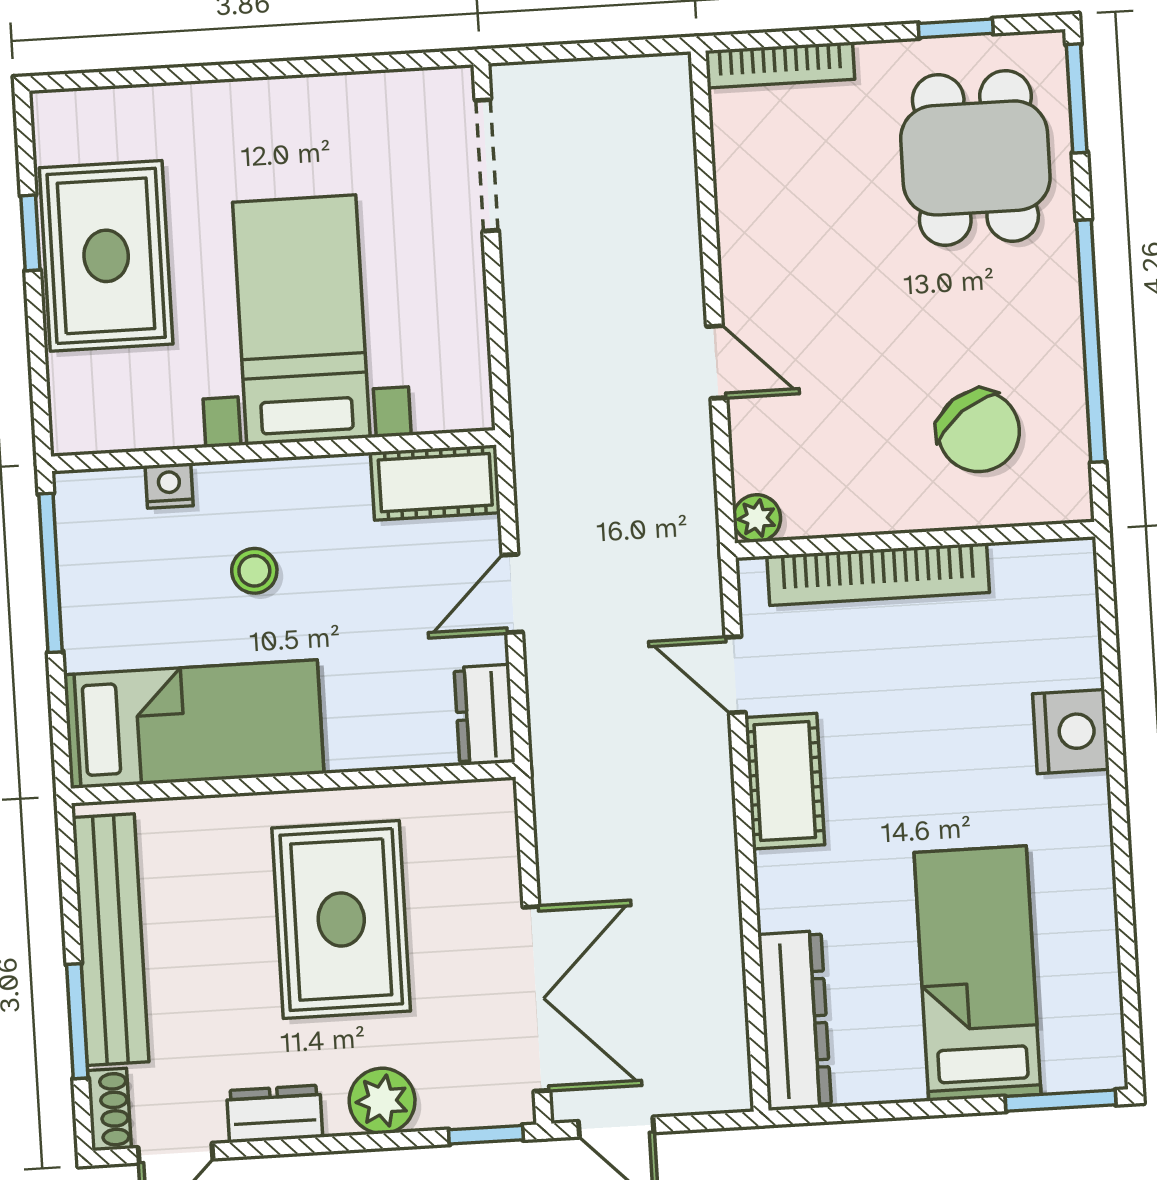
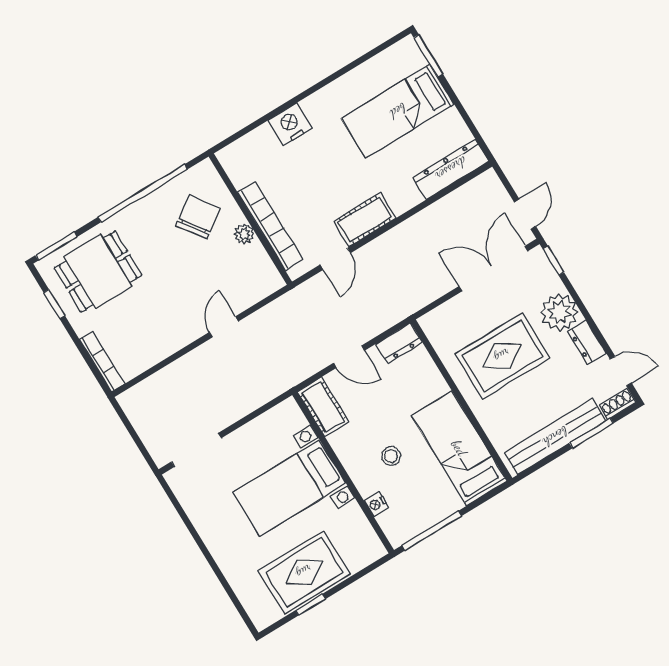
plant: (757, 518) -> (244, 234), moved
plant: (382, 1101) -> (559, 312), width x1.36, depth x1.36

